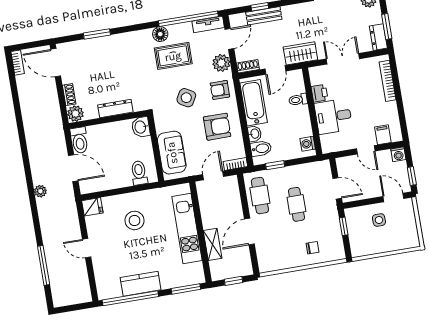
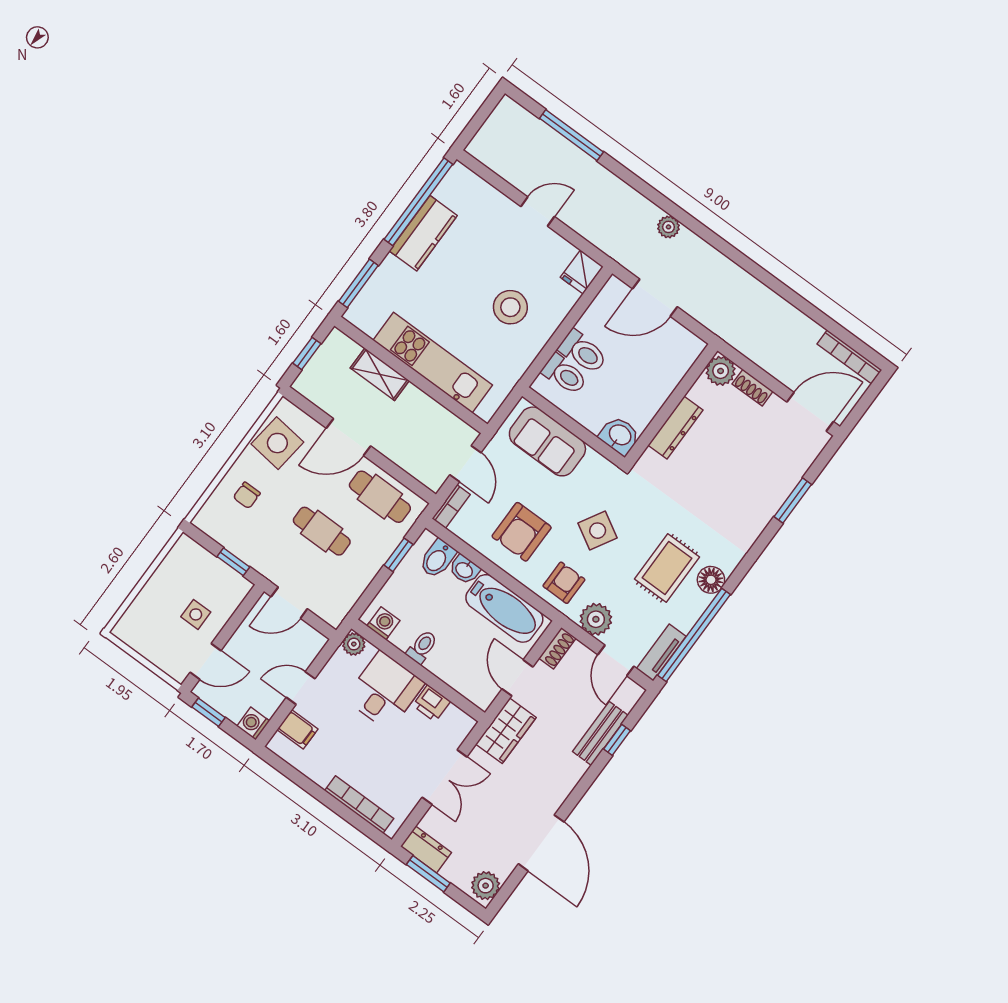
bookcase: (18, 63) -> (849, 357), width x1.56
toilet: (298, 100) -> (422, 647), moved
toilet: (79, 140) -> (583, 352), moved, turned 180
plant: (327, 147) -> (354, 644), added
door: (249, 231) -> (348, 437), swing flipped
side table: (280, 257) -> (277, 443), added

